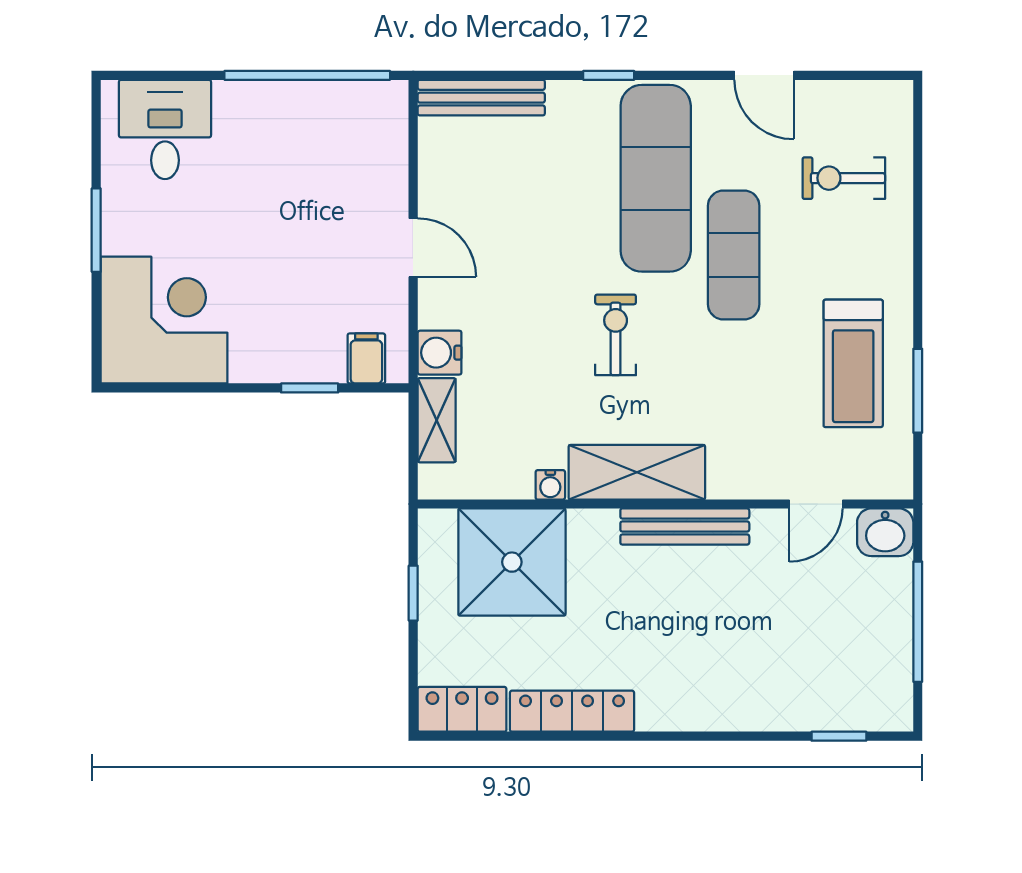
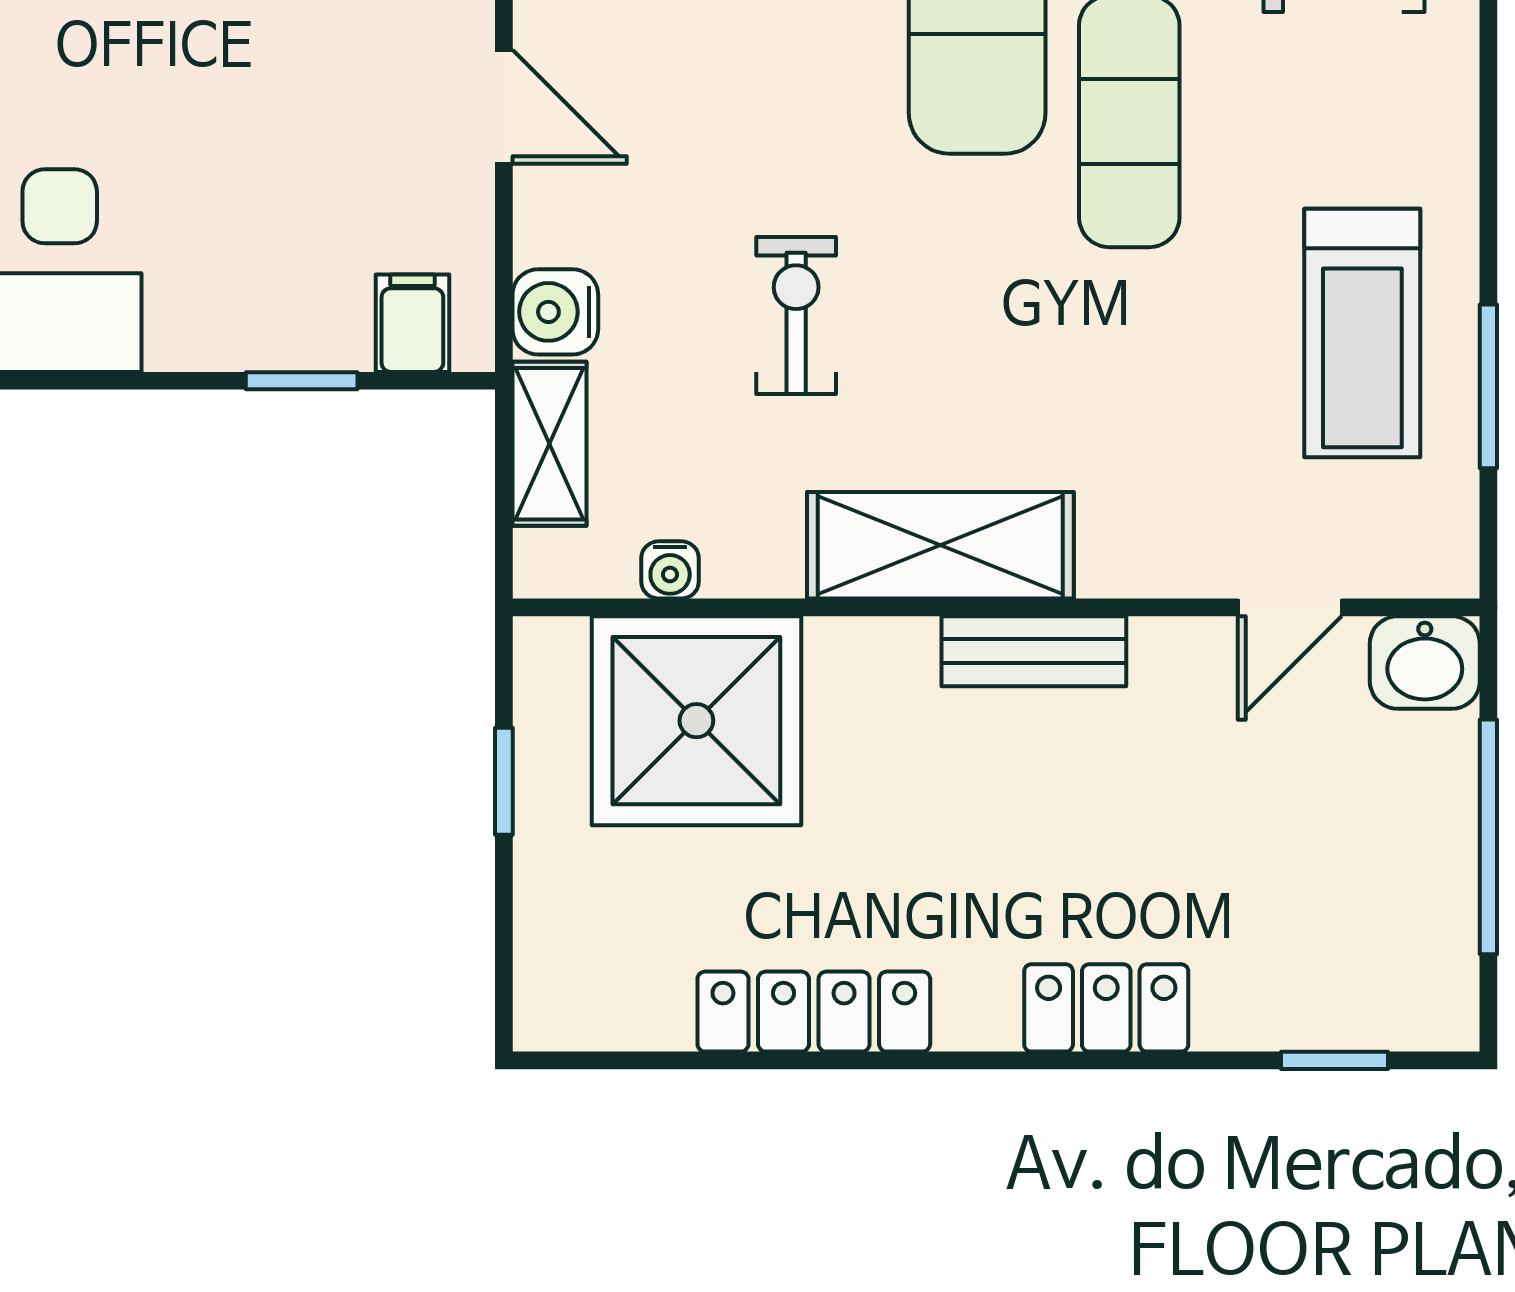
exercise bike: (616, 335) -> (796, 316), moved
water cooler: (550, 485) -> (670, 570), moved
bench: (685, 527) -> (1034, 651), width x0.73
locker: (462, 709) -> (1106, 1008), moved

